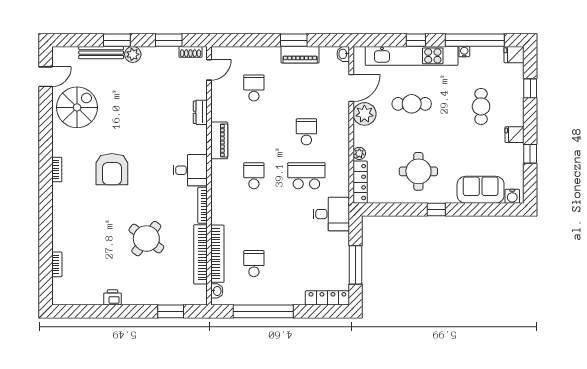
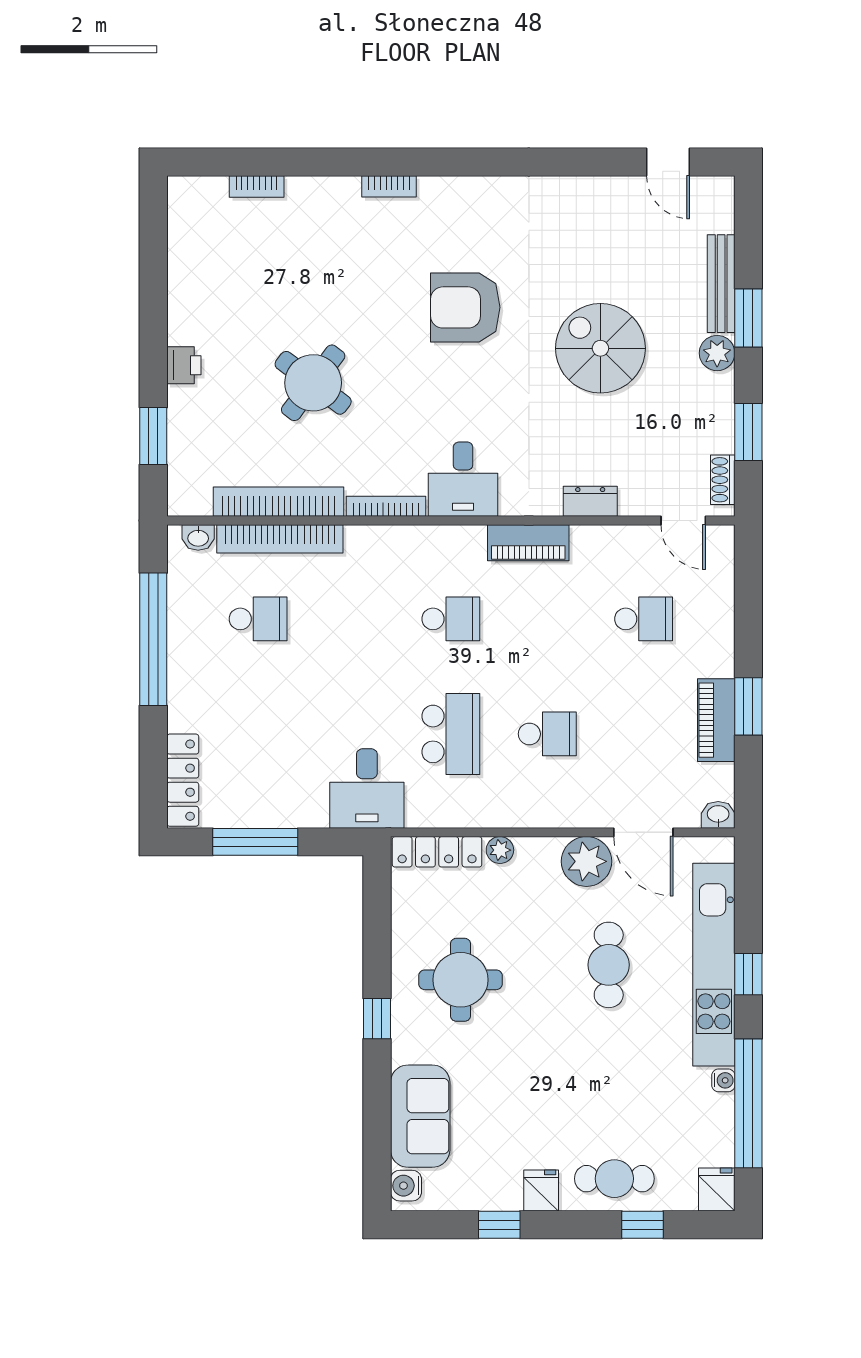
cafe table: (481, 106) -> (614, 1179), moved
spiral stairs: (77, 107) -> (600, 348), moved, turned 180
bookcase: (57, 170) -> (389, 186), moved
printer: (112, 297) -> (184, 365), moved

